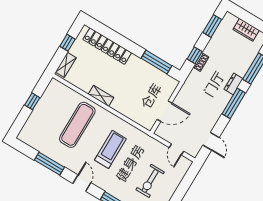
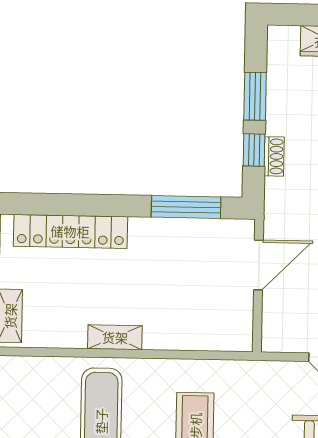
window: (212, 26) -> (255, 96), moved
door: (164, 111) -> (258, 265), moved

